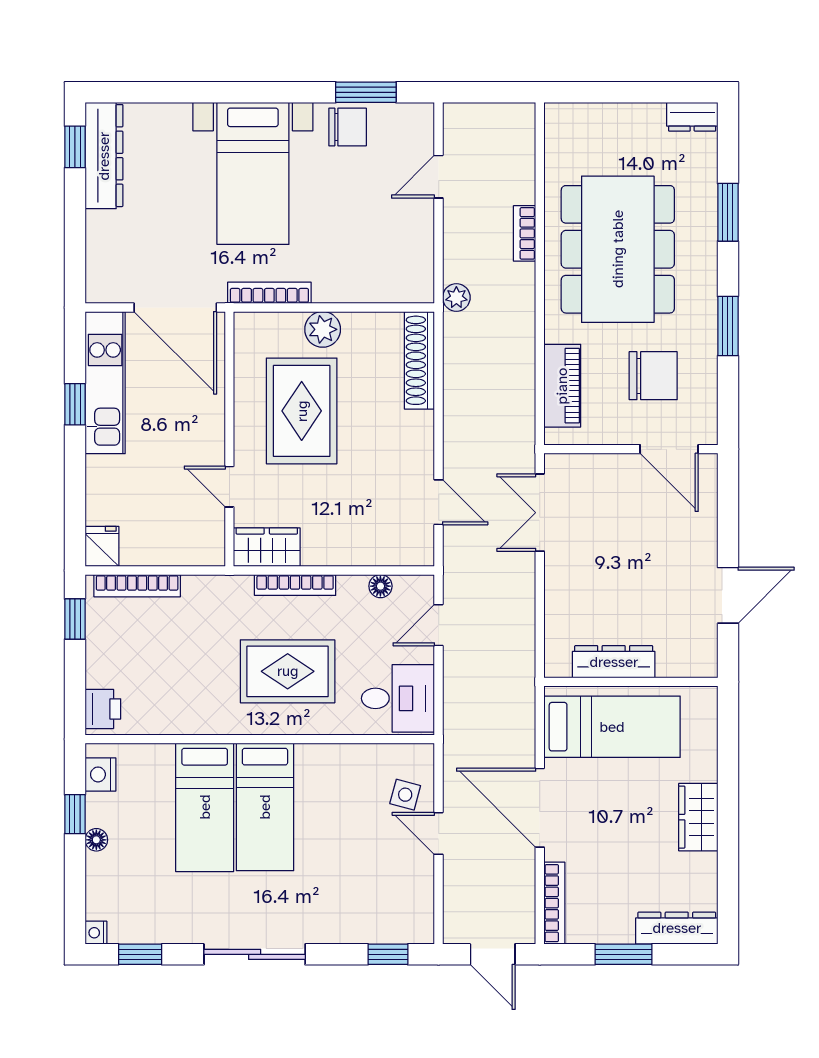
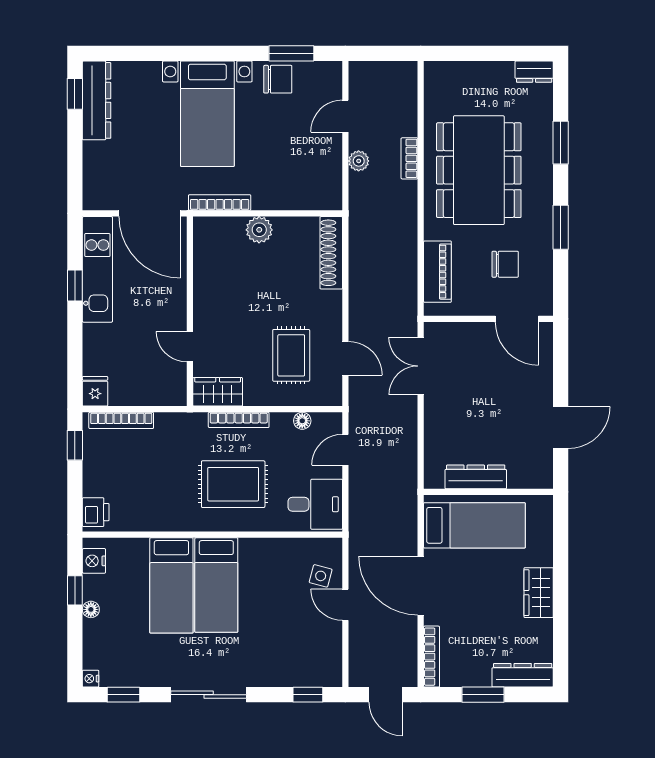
plant: (456, 297) -> (359, 161), moved
chair: (653, 376) -> (505, 264), width x0.73, depth x0.73
rug: (302, 411) -> (291, 355), moved, width x0.73, depth x0.70

